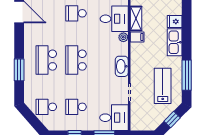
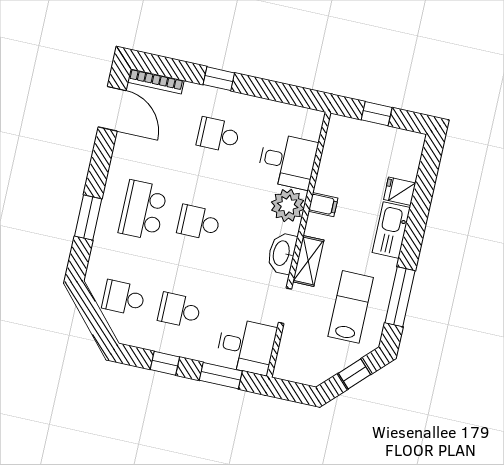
shelving: (136, 18) -> (308, 261), moved
plant: (123, 37) -> (288, 205), width x1.88, depth x1.88
school desk: (76, 60) -> (199, 223), width x0.54

